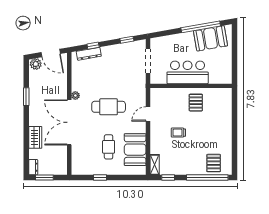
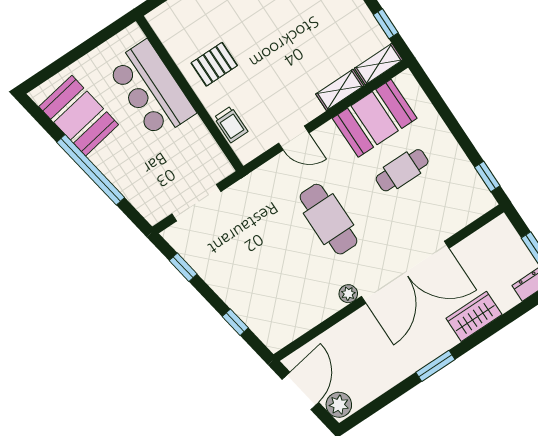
window: (201, 27) -> (91, 170), moved
dresser: (89, 54) -> (255, 320), removed
bar counter: (188, 72) -> (151, 89), moved
window: (26, 97) -> (435, 366), moved
trolley: (178, 133) -> (231, 124), moved
shelving: (155, 143) -> (340, 90), added
window: (100, 177) -> (487, 176), moved

